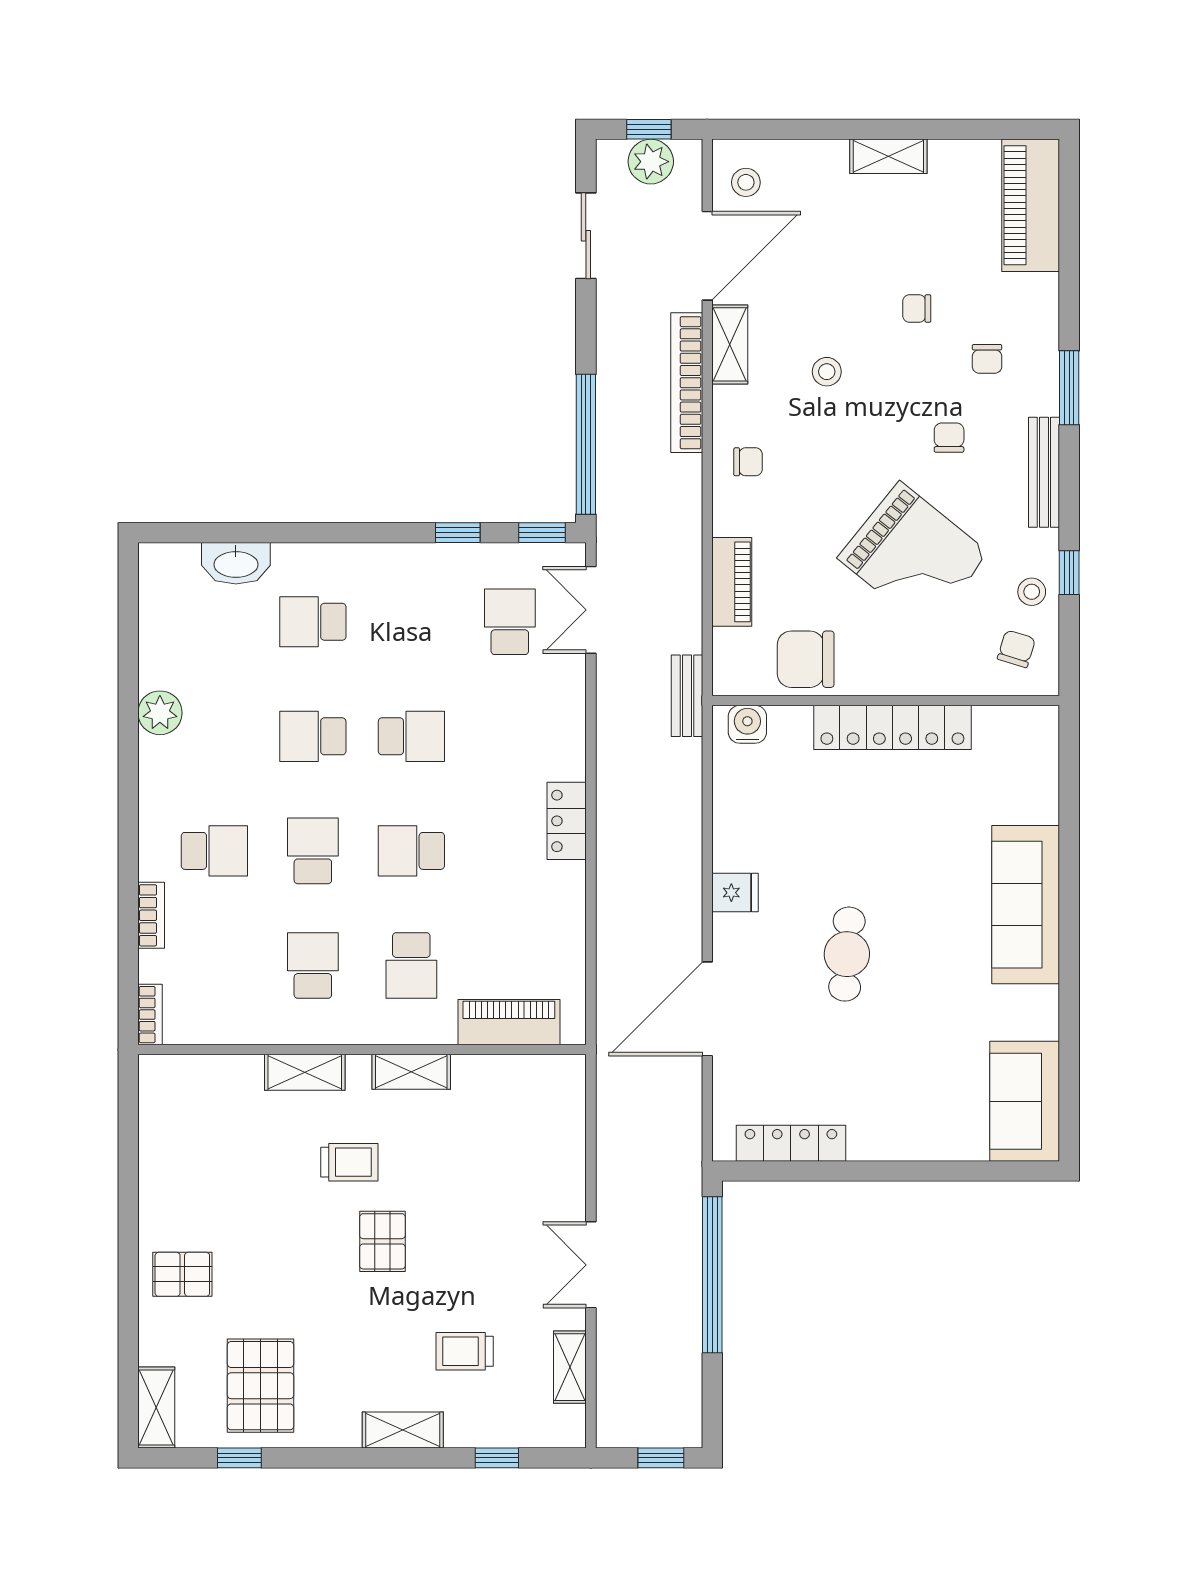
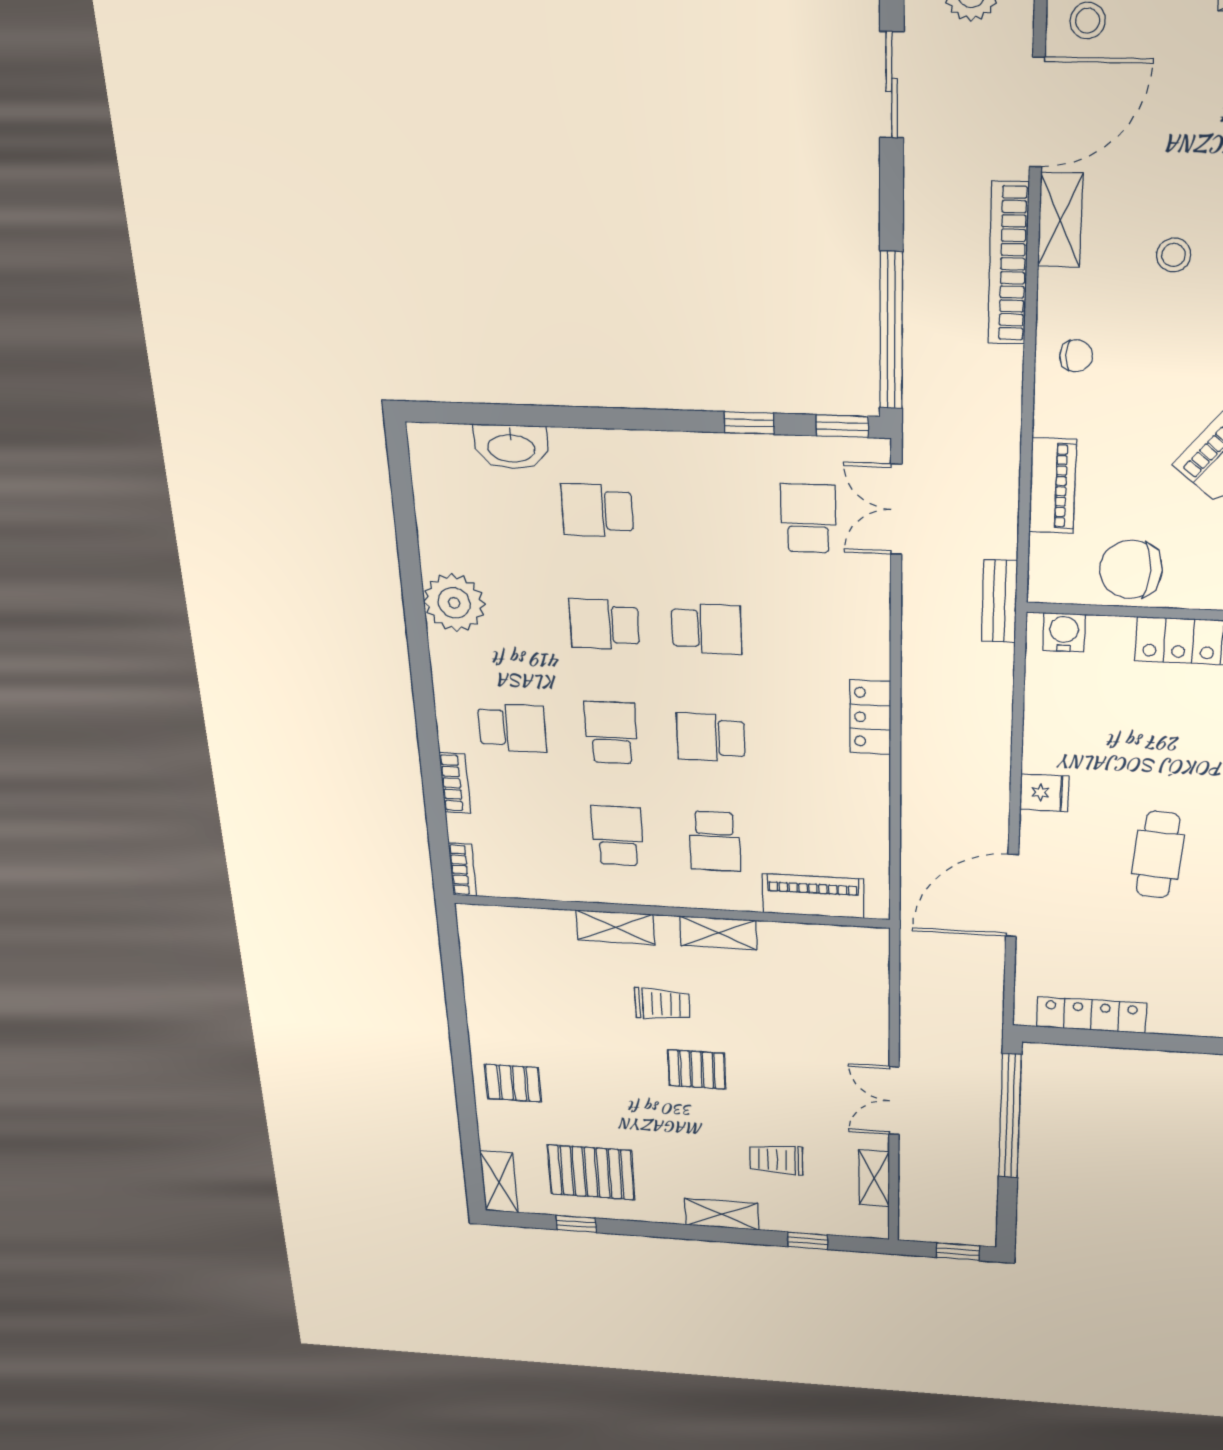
plant: (160, 713) -> (454, 603), width x1.36, depth x1.36
pallet: (382, 1241) -> (697, 1069), turned 90
pallet: (260, 1386) -> (591, 1172), turned 90

